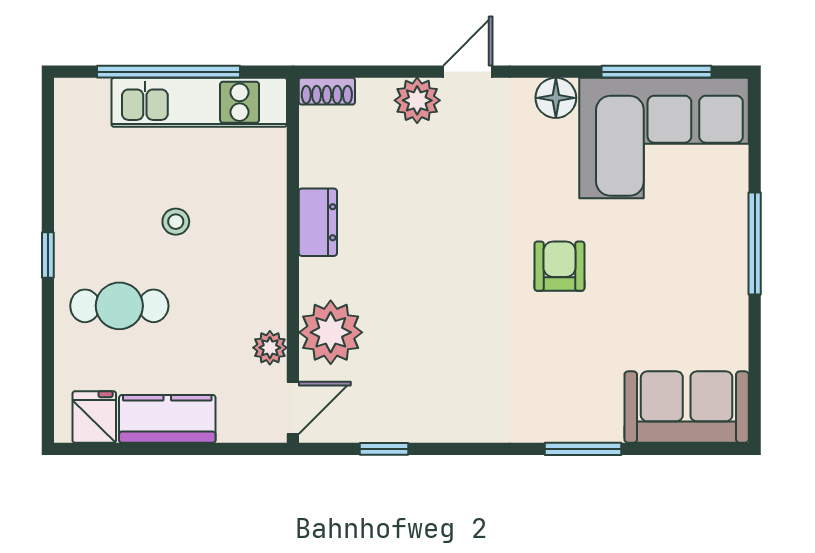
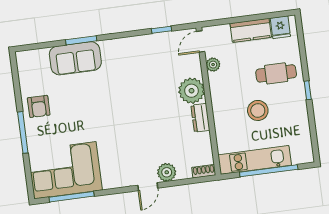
floor lamp: (556, 98) -> (111, 181), removed
stool: (176, 222) -> (258, 110), width x1.89, depth x1.89
armchair: (559, 266) -> (39, 106), moved
plant: (331, 332) -> (192, 91), moved
sofa: (687, 407) -> (75, 58), moved

